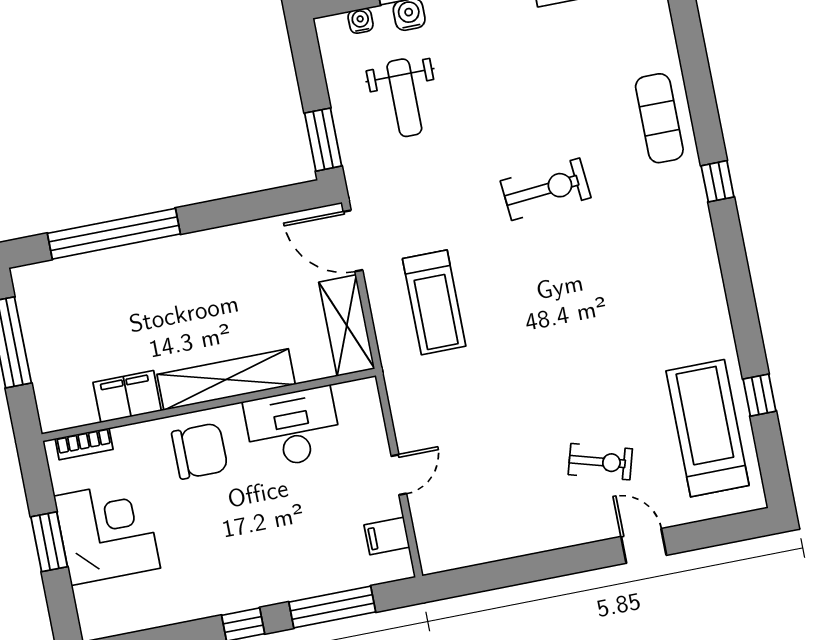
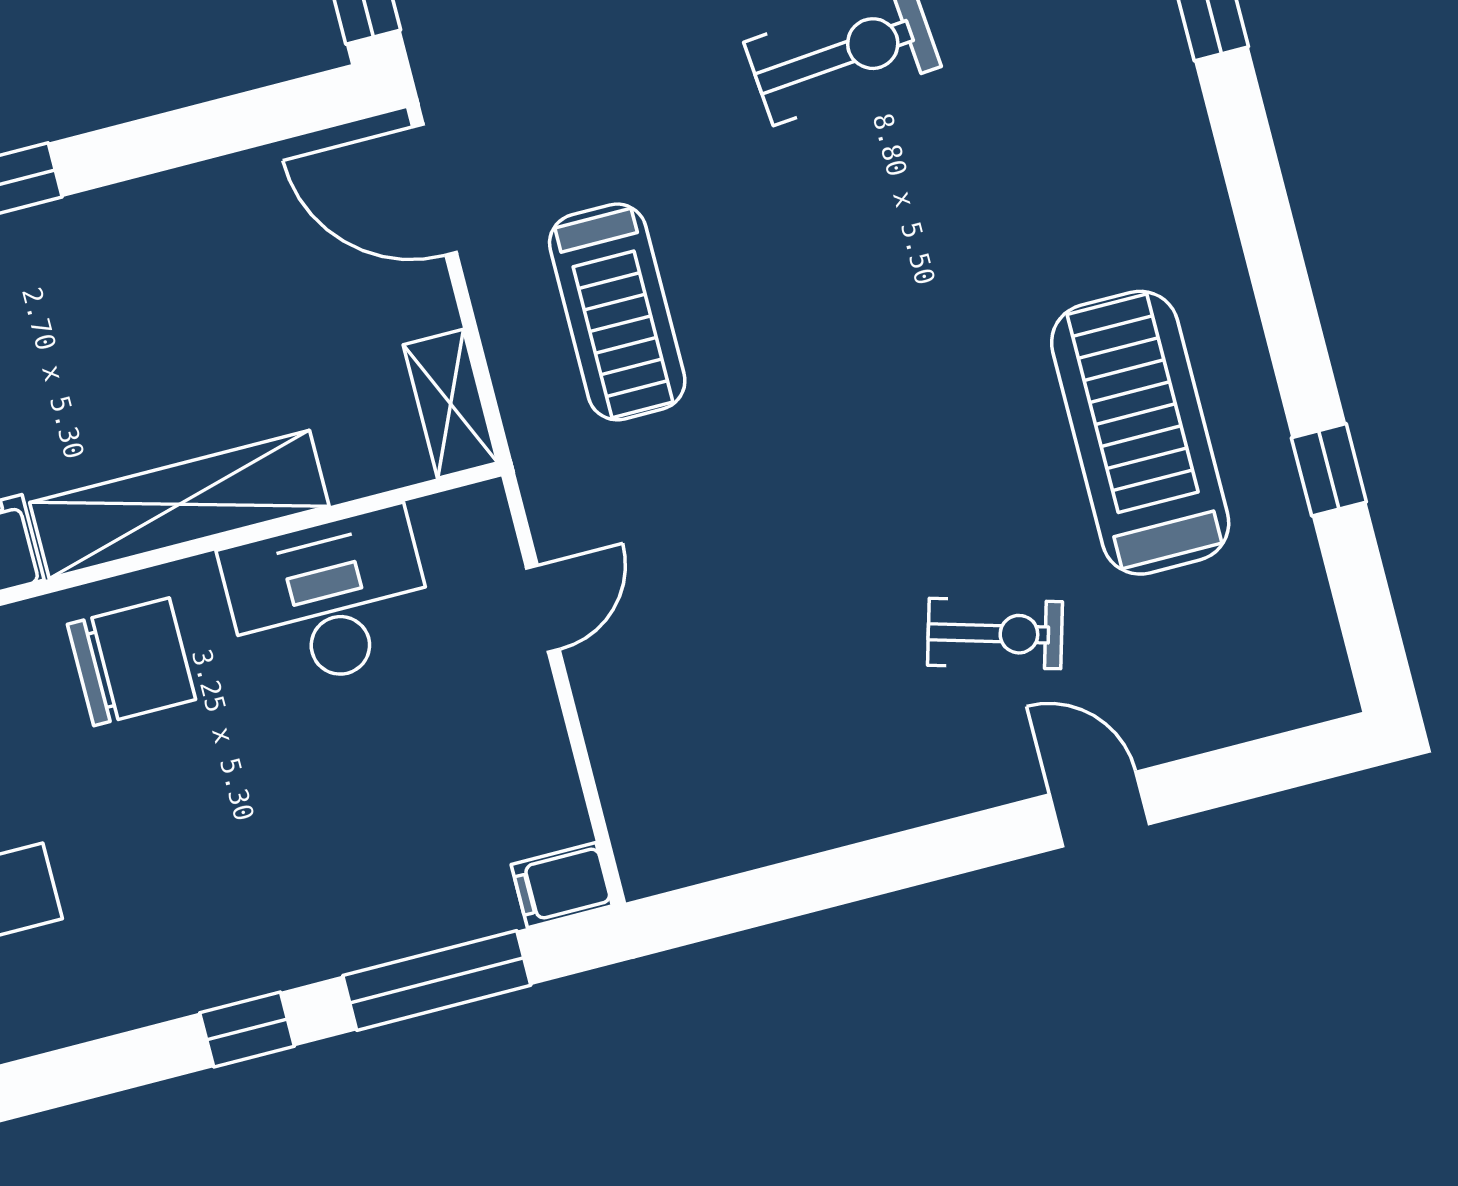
shelving: (347, 326) -> (451, 404), width x0.67, depth x0.75
treadmill: (707, 428) -> (1140, 433), moved
door: (399, 475) -> (543, 609), moved
filing cabinet: (387, 536) -> (562, 885), moved

